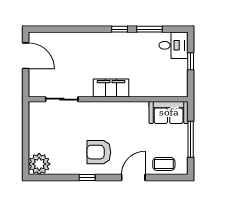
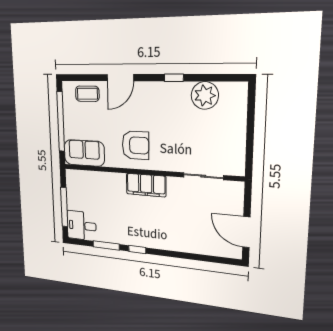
window: (191, 61) -> (64, 207), width x2.17
window: (191, 139) -> (61, 122), width x1.46
armchair: (99, 152) -> (135, 145), moved
plant: (39, 164) -> (205, 95), moved

